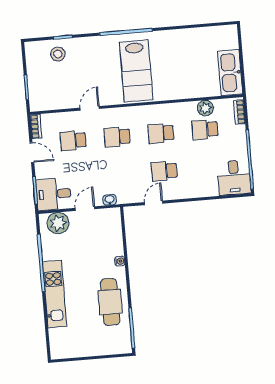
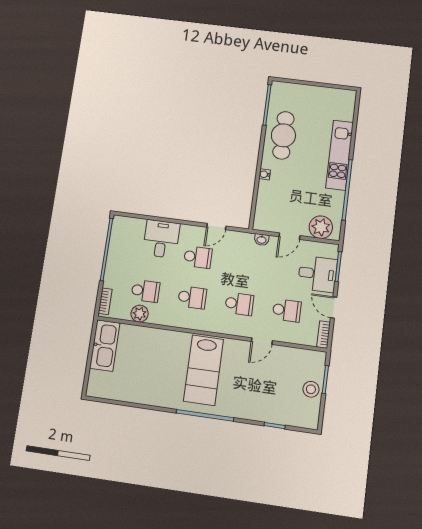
stool: (58, 54) -> (311, 389), moved
lab bench: (136, 71) -> (203, 370), turned 180
desk: (234, 178) -> (161, 239), moved
desk: (54, 194) -> (317, 274), moved

